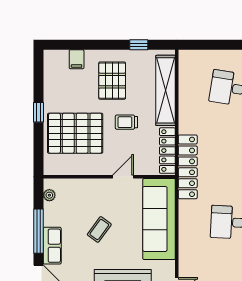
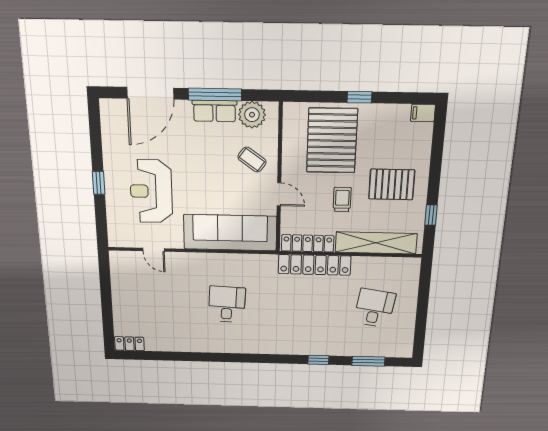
filing cabinet: (77, 59) -> (423, 113), moved
locker: (188, 167) -> (315, 265), moved
plant: (49, 195) -> (252, 115), width x1.88, depth x1.88
coffee table: (99, 229) -> (252, 160), moved
row of seats: (52, 246) -> (215, 111), moved

